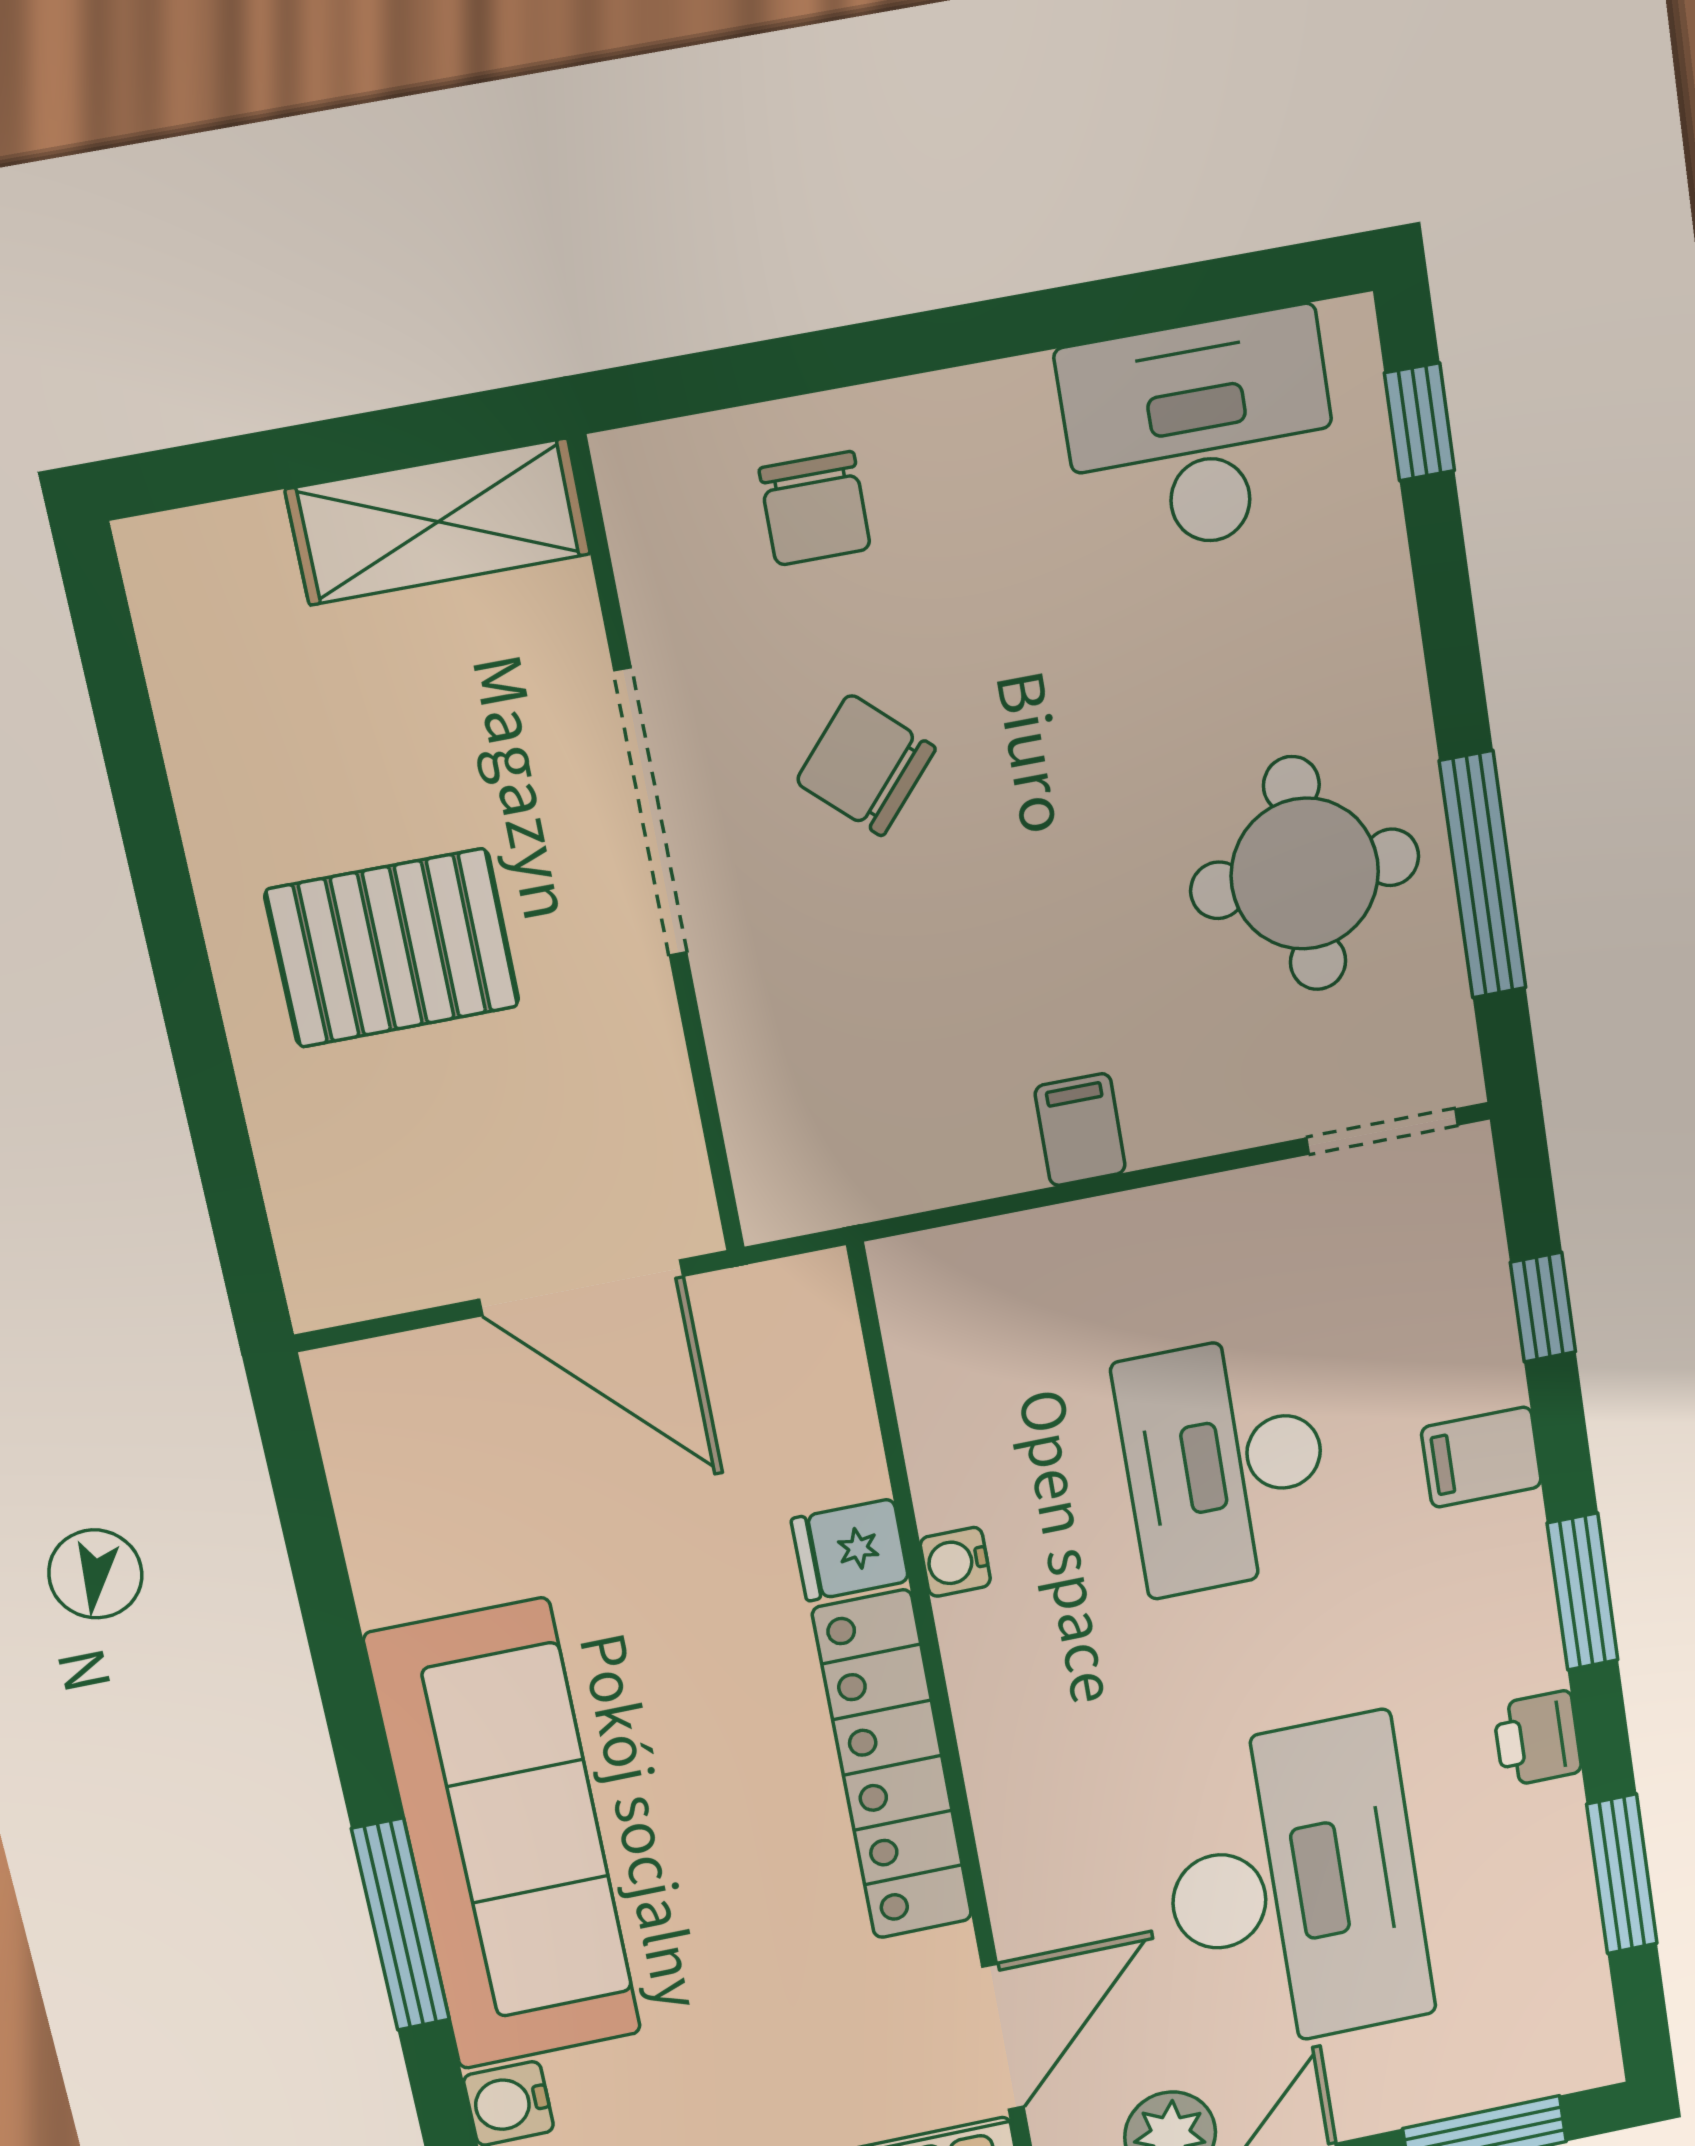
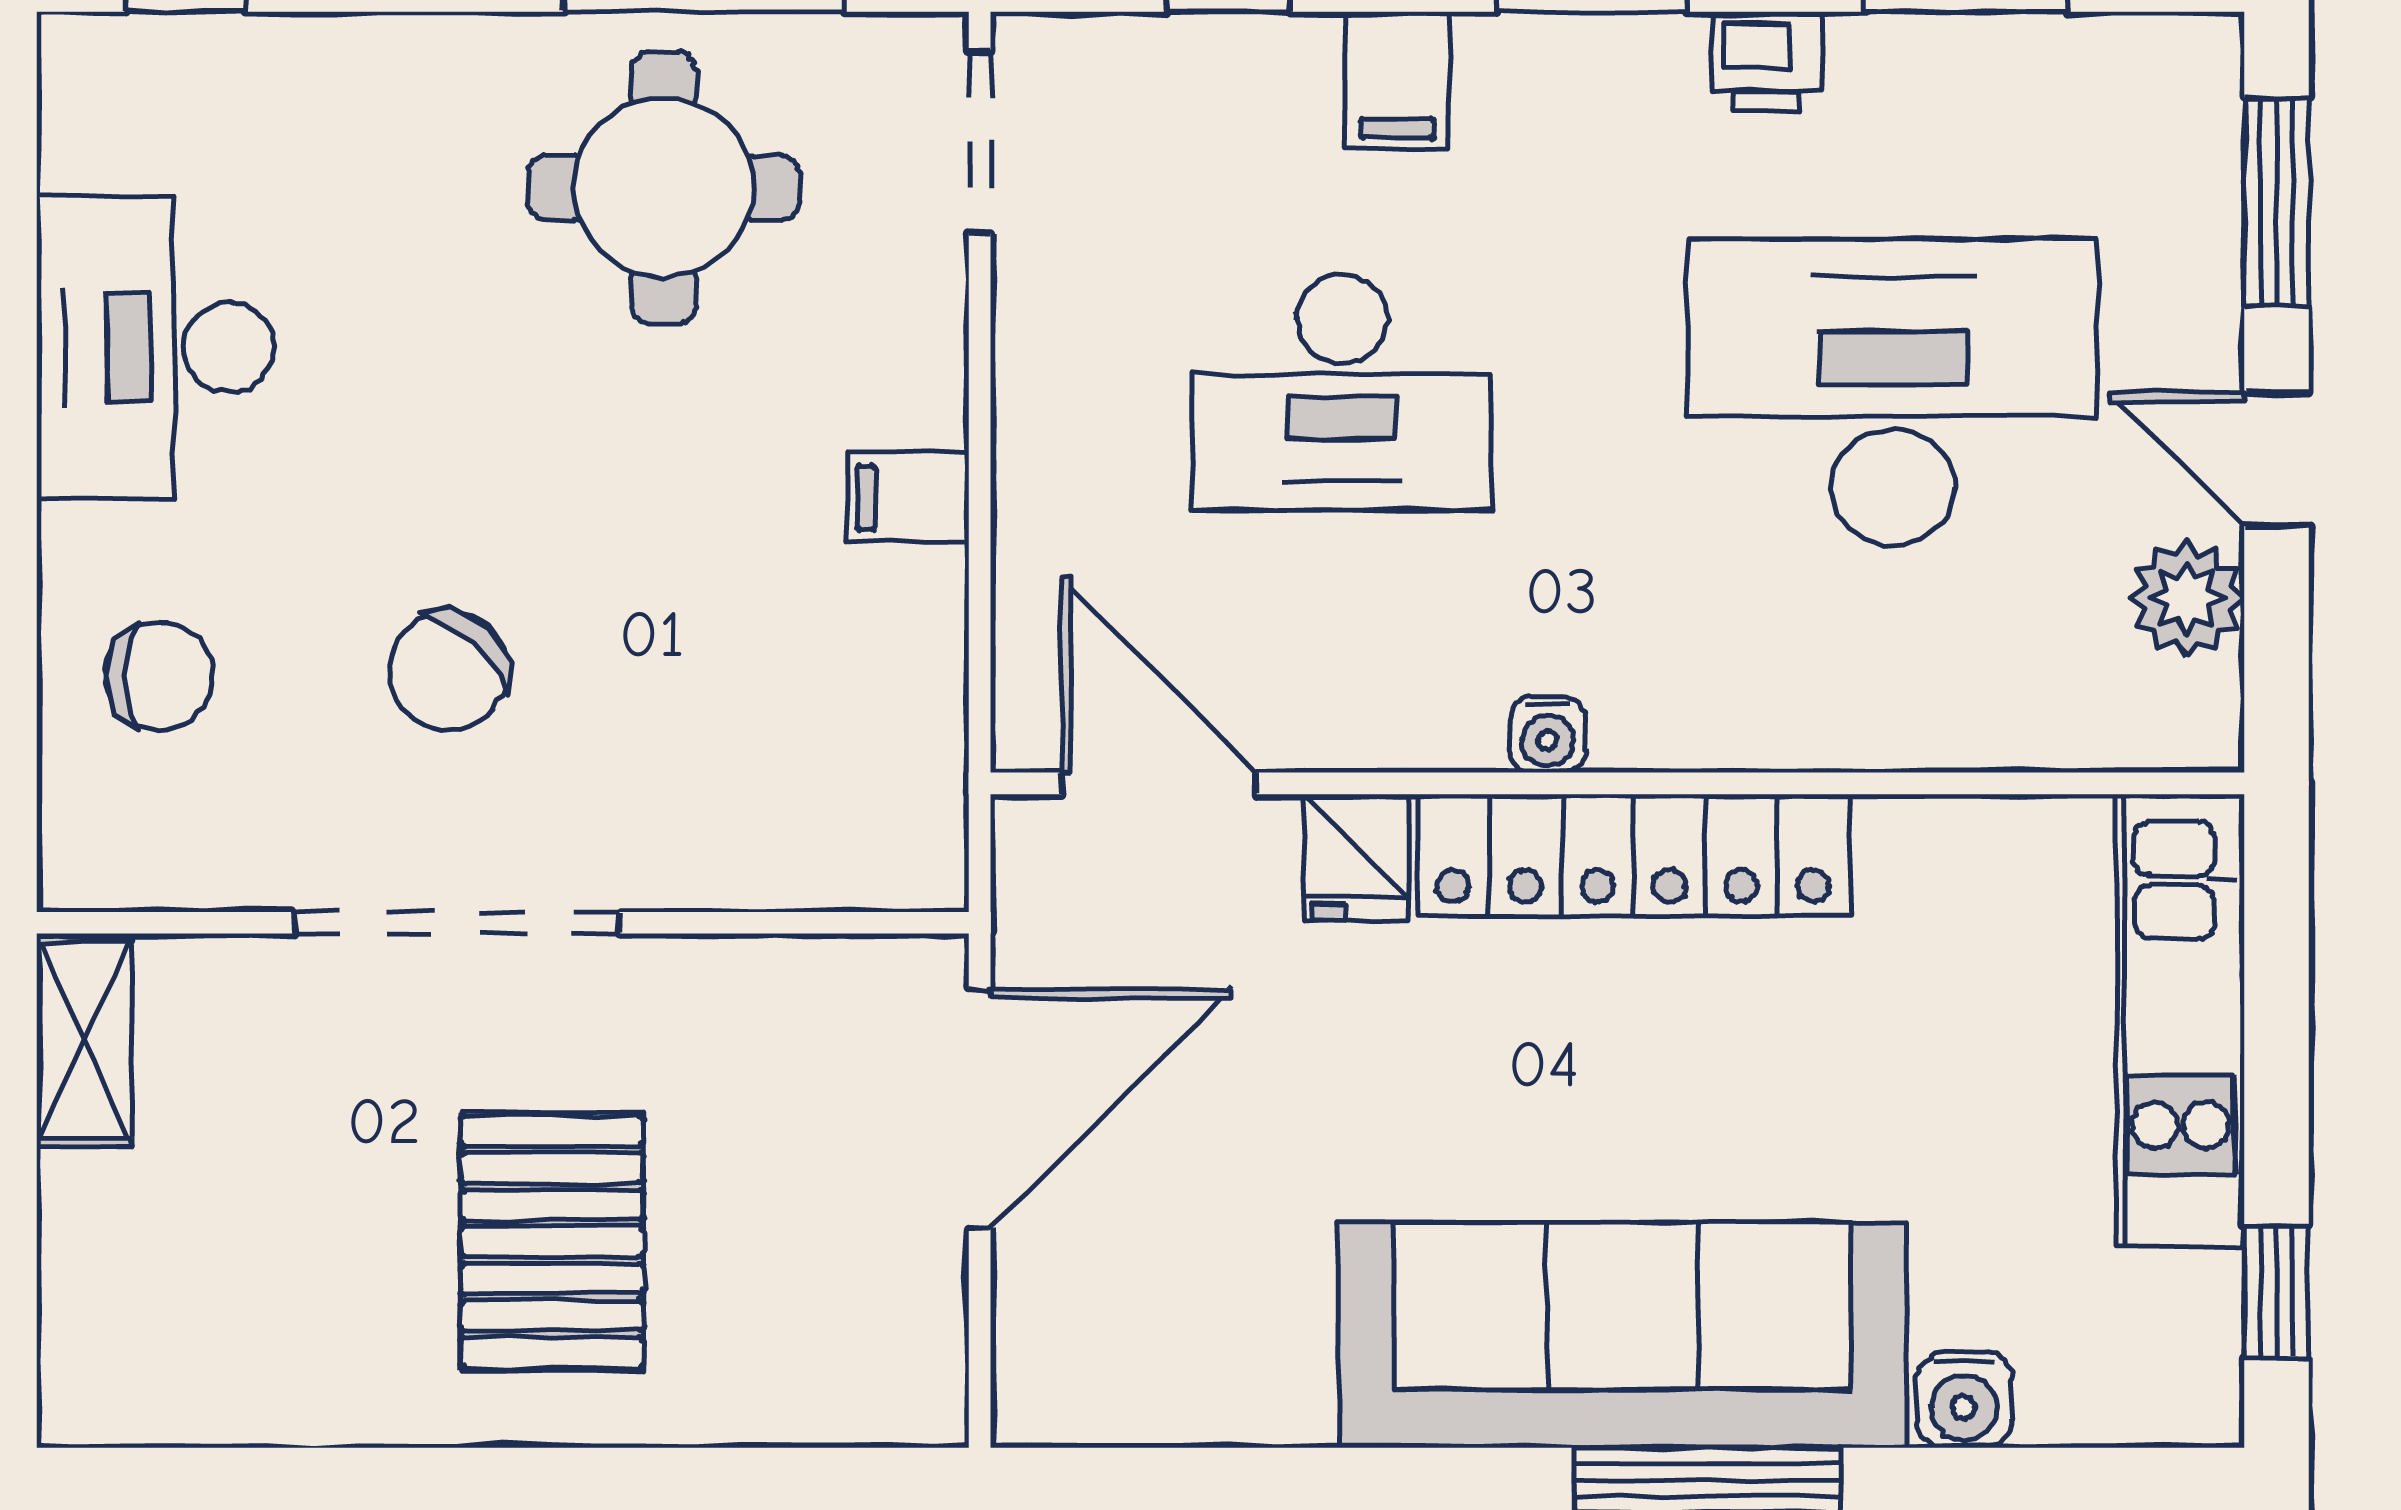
desk: (1200, 433) -> (155, 347), moved
shelving: (438, 522) -> (84, 1040), width x0.67, depth x0.75
water cooler: (955, 1562) -> (1548, 735), moved
door: (1003, 2037) -> (1159, 783), moved

